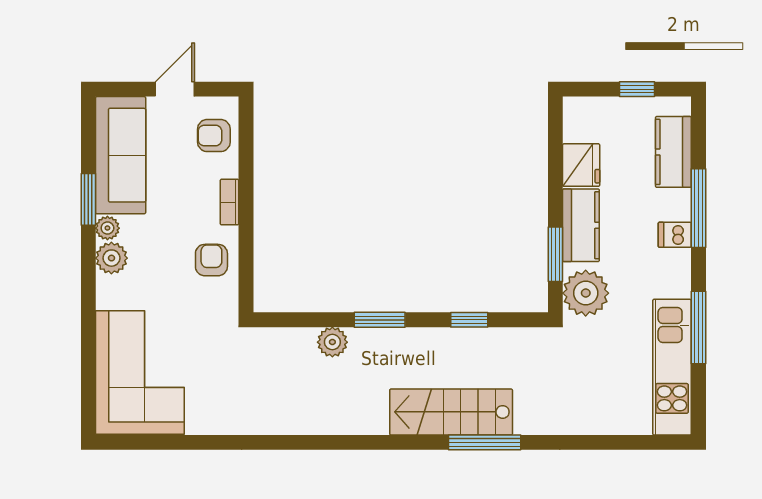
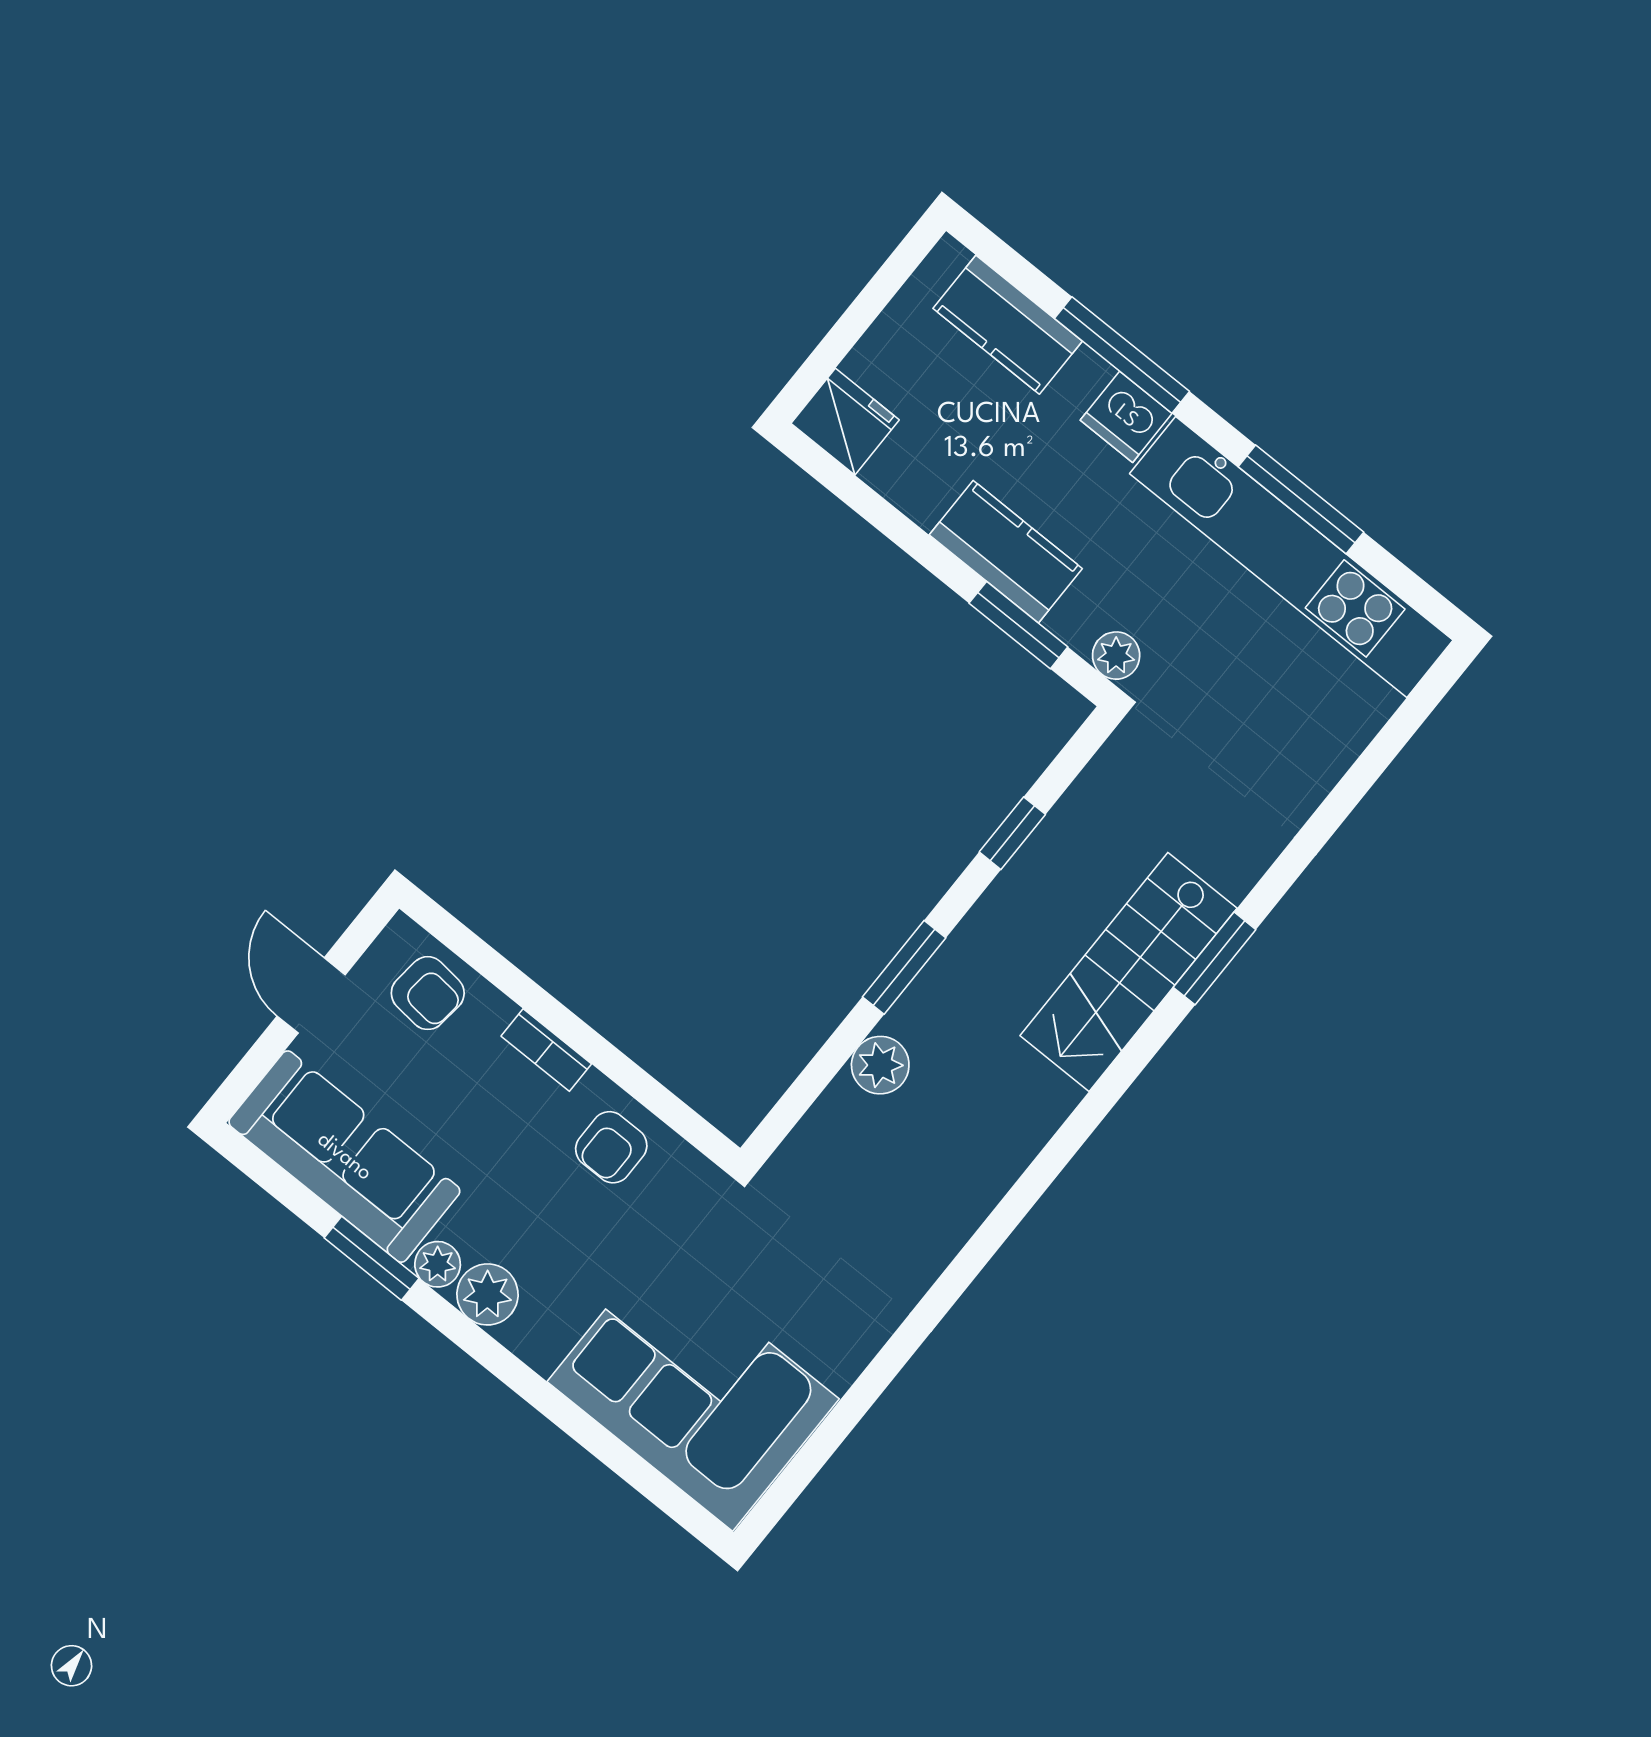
window: (637, 89) -> (869, 303), removed
armchair: (214, 136) -> (428, 993), turned -84
fridge: (581, 165) -> (845, 422), moved
dishwasher: (675, 235) -> (1126, 417), width x1.38
armchair: (211, 260) -> (611, 1147), turned -90
plant: (586, 293) -> (1116, 656), width x0.53, depth x0.53
kitchen unit: (672, 367) -> (1291, 557), width x1.36
window: (485, 442) -> (1215, 958), width x0.69

